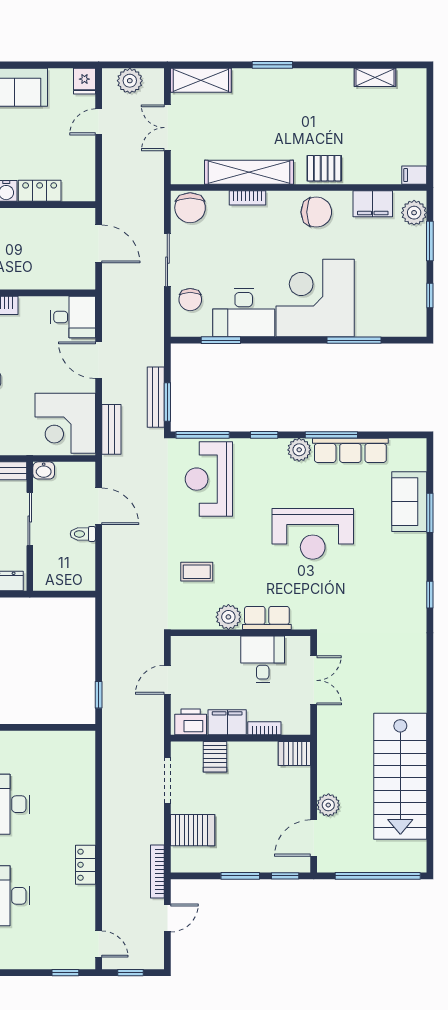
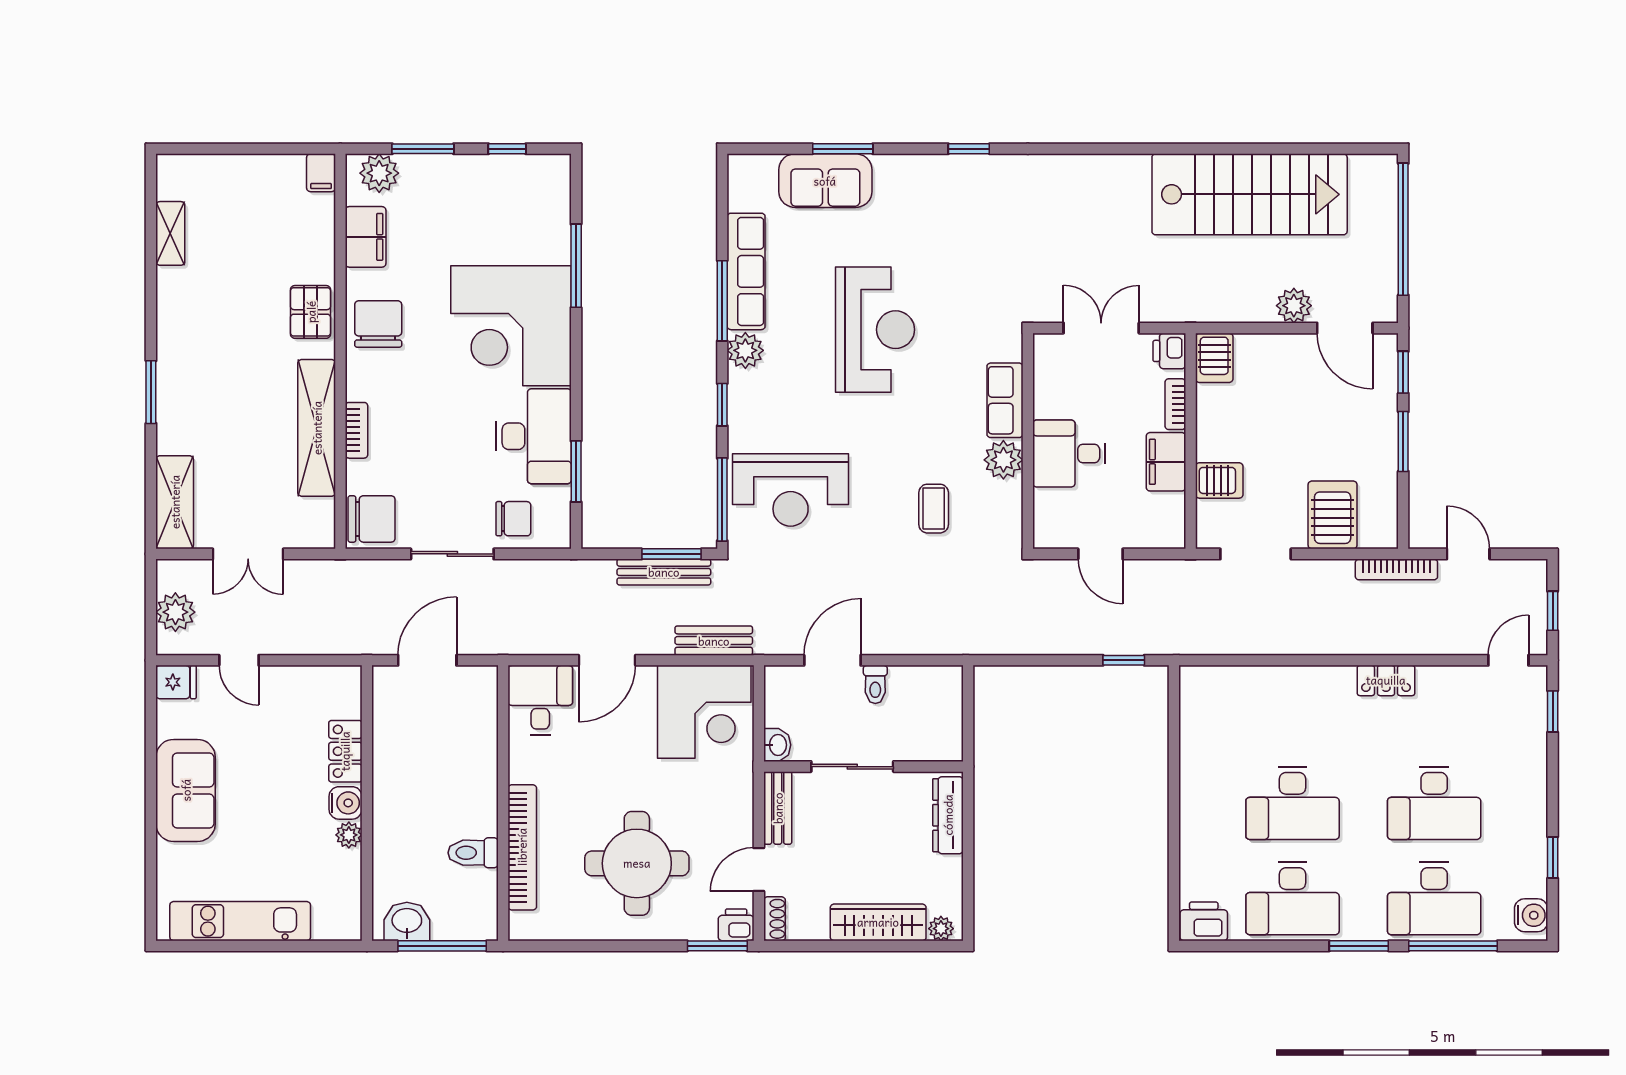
desk: (263, 659) -> (1069, 454), moved
printer: (191, 722) -> (1169, 351), moved, width x0.73, depth x0.81

